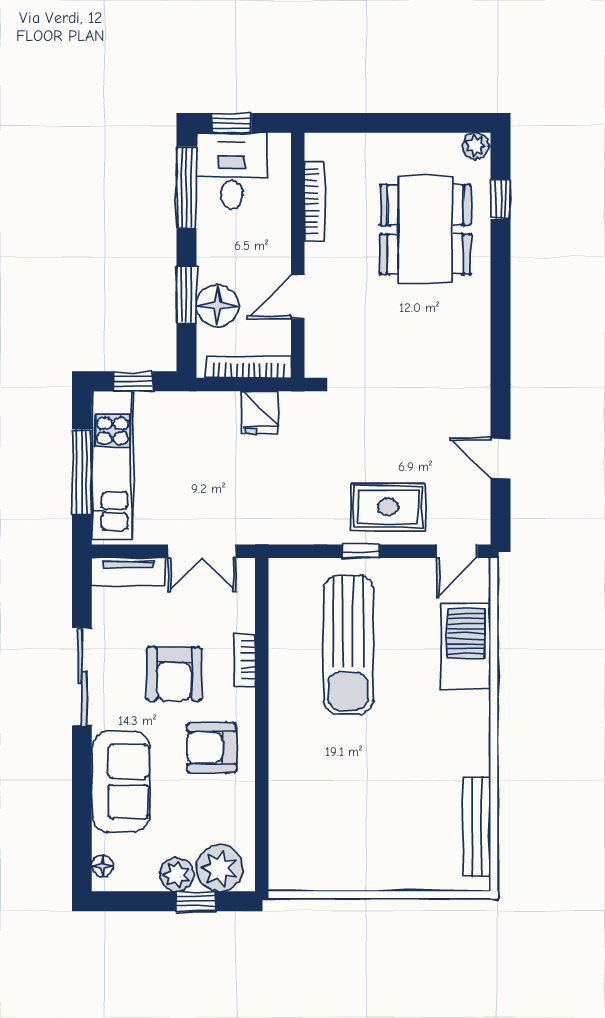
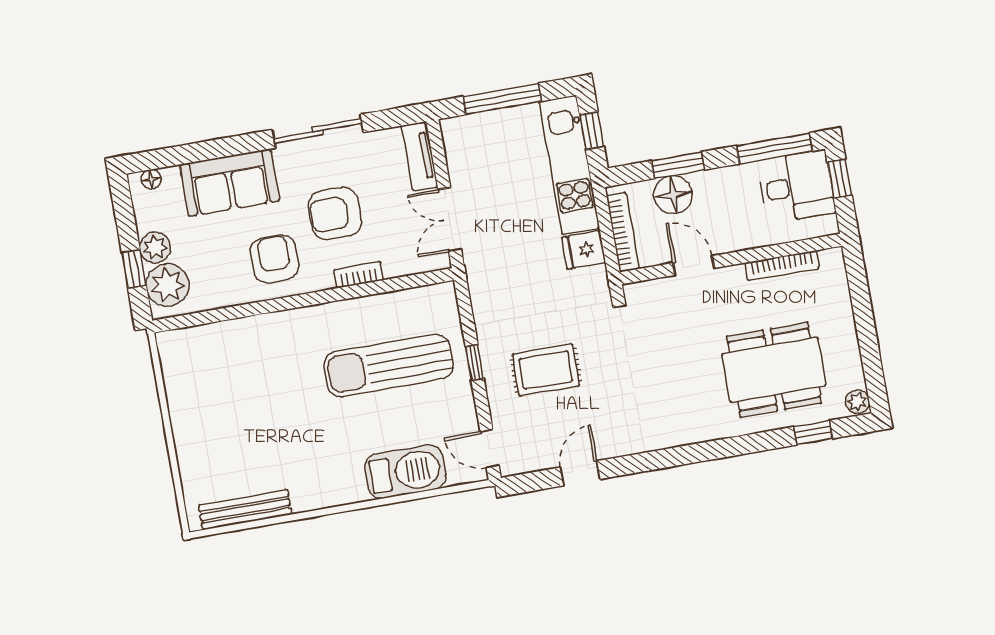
kitchen unit: (113, 465) -> (569, 165), moved, turned 90
rug: (388, 507) -> (546, 370), moved, turned 90

